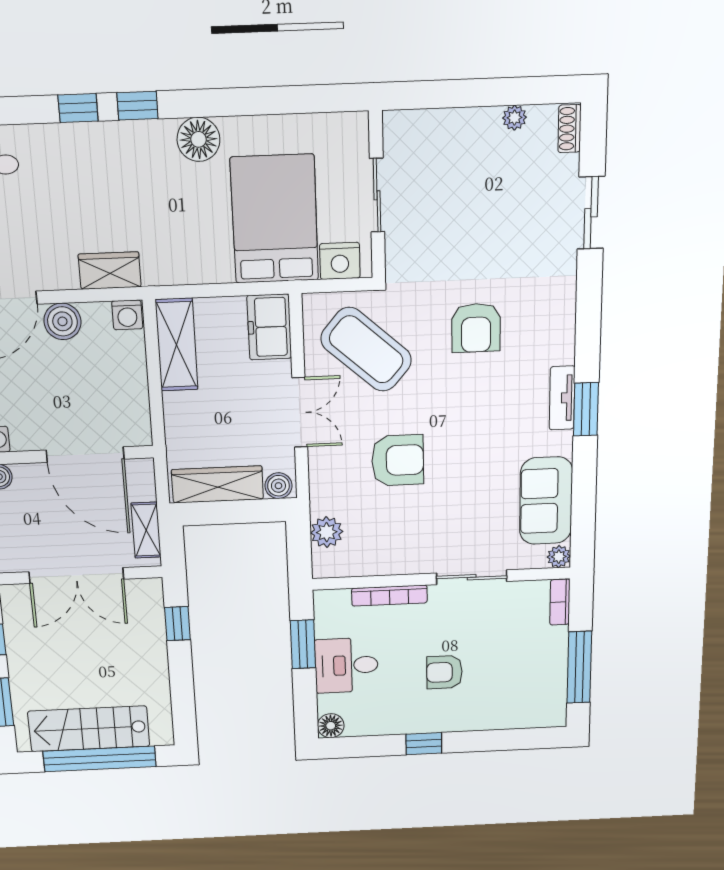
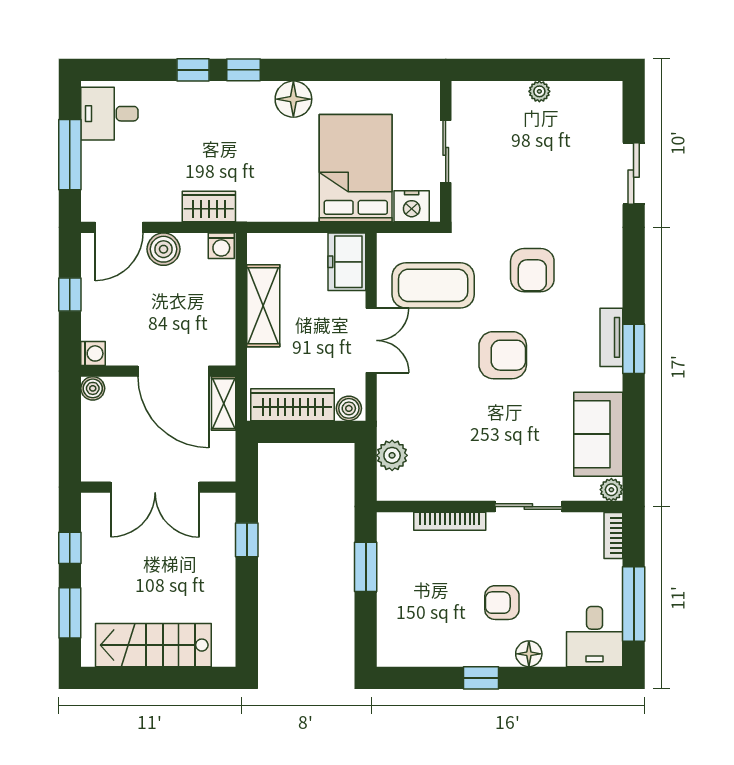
plant: (514, 118) -> (539, 91), moved
shoe rack: (570, 129) -> (613, 102), removed
shelving: (177, 345) -> (263, 306), moved
coffee table: (366, 349) -> (433, 285), turned -41
armchair: (398, 460) -> (503, 355), moved
shelving: (146, 530) -> (224, 404), moved
desk: (346, 665) -> (595, 637), moved, turned -90
floor lamp: (331, 726) -> (529, 654), moved
window: (100, 759) -> (161, 678), removed

